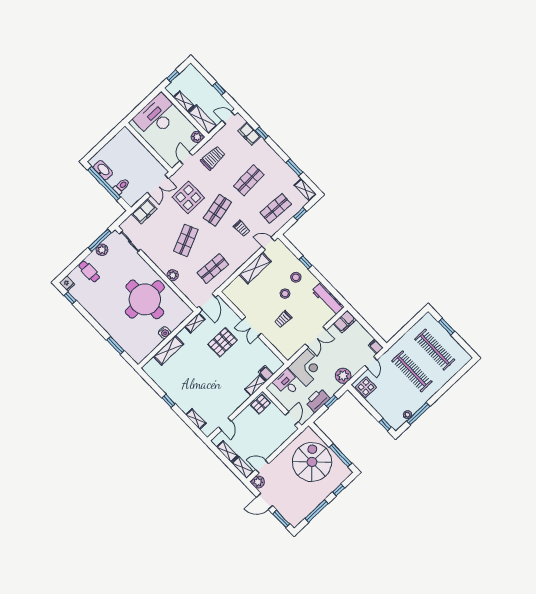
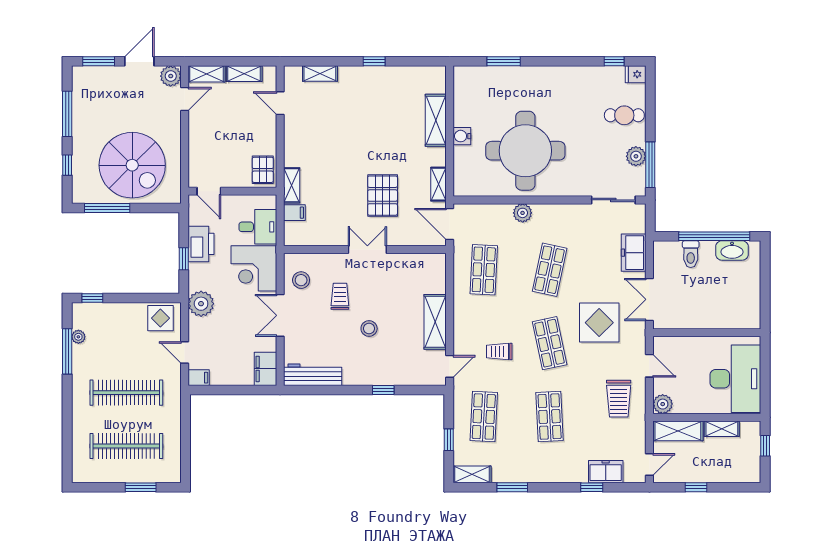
shop shelf: (186, 240) -> (550, 270), turned 36
stool: (296, 277) -> (301, 280), moved

